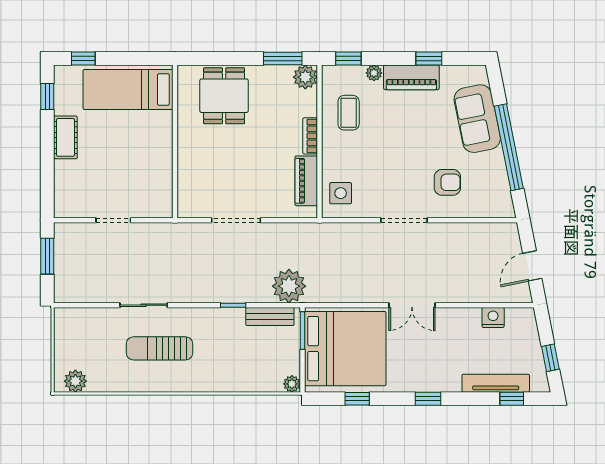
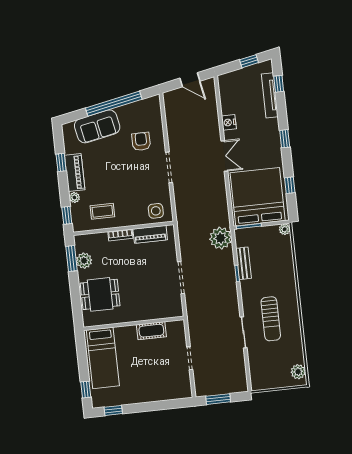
plant: (305, 77) -> (84, 261), moved
cot: (65, 137) -> (151, 331), moved
bench: (270, 317) -> (244, 263), moved
nightstand: (493, 317) -> (229, 122), moved

